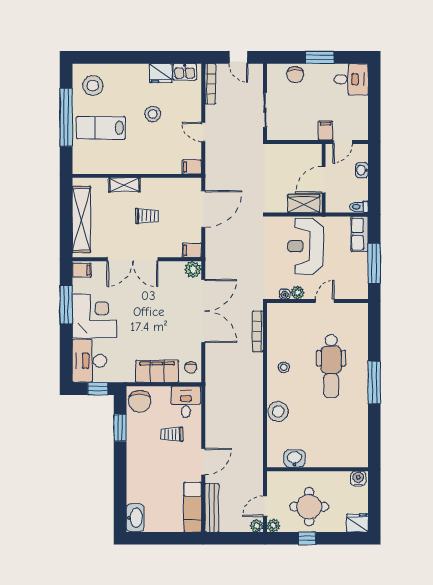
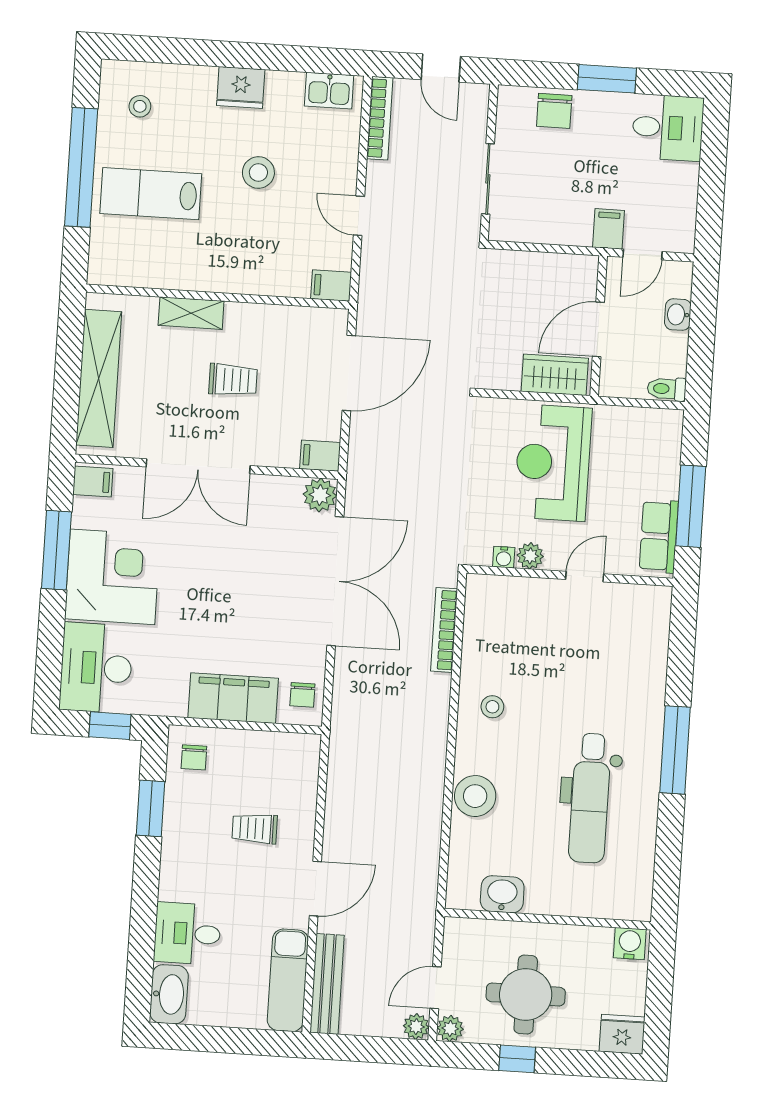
fridge: (161, 73) -> (241, 88), moved
stool: (93, 85) -> (140, 106), width x0.53, depth x0.53
row of seats: (360, 234) -> (659, 536), moved
dental chair: (331, 366) -> (590, 798), moved
chair: (140, 401) -> (194, 757), width x0.54, depth x0.54
desk: (186, 402) -> (187, 933), moved, turned -90

